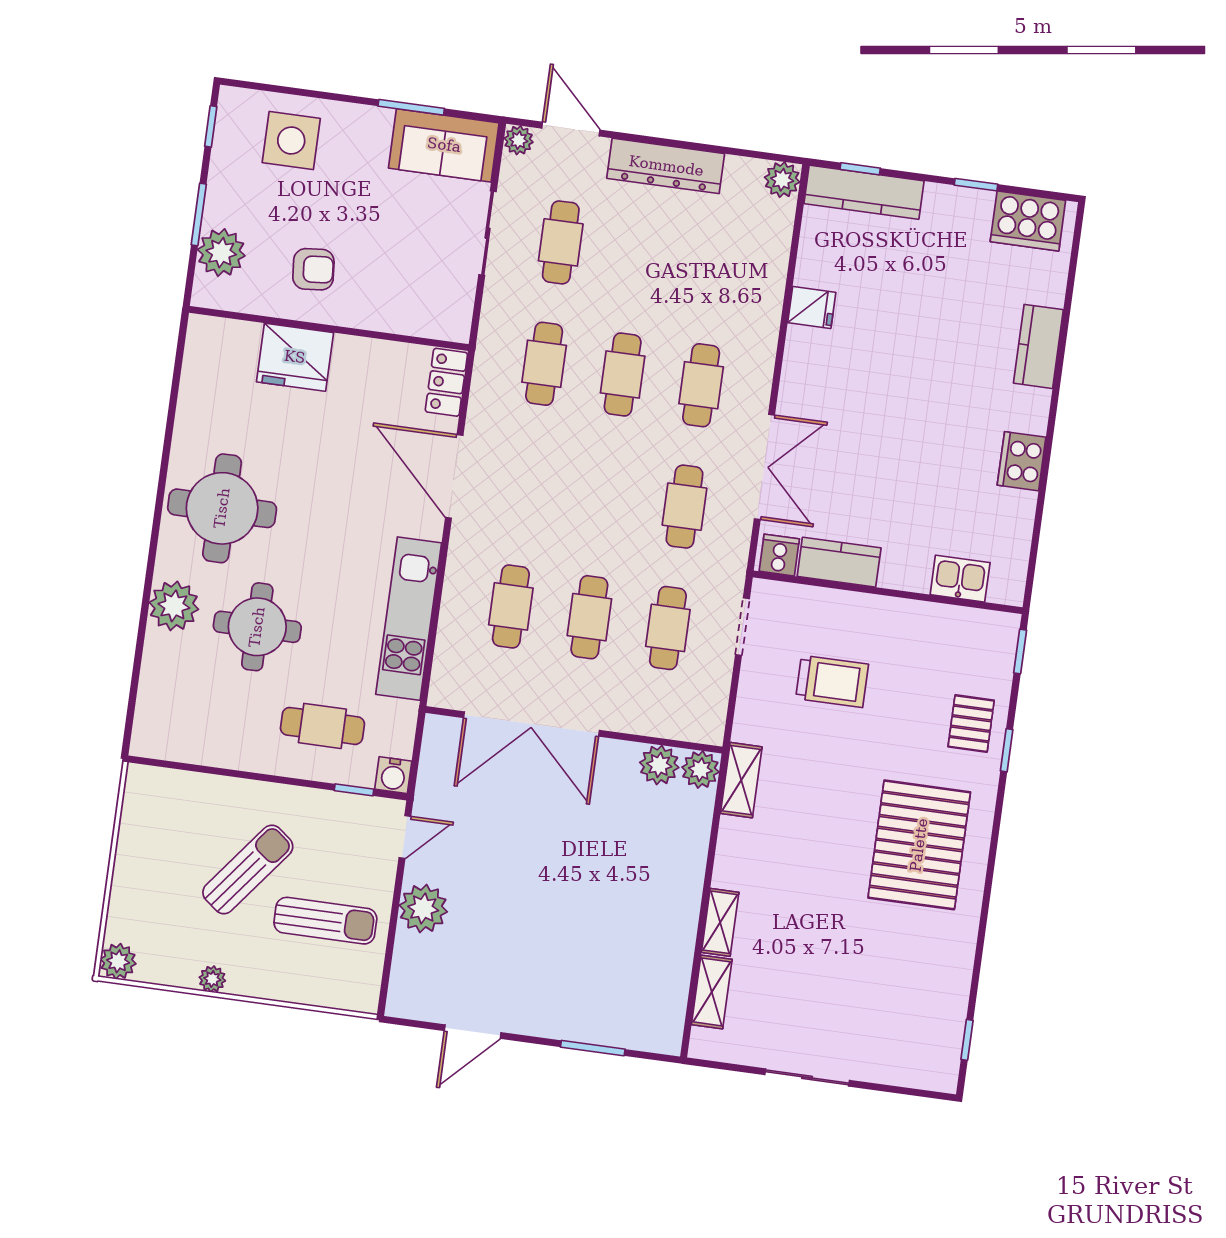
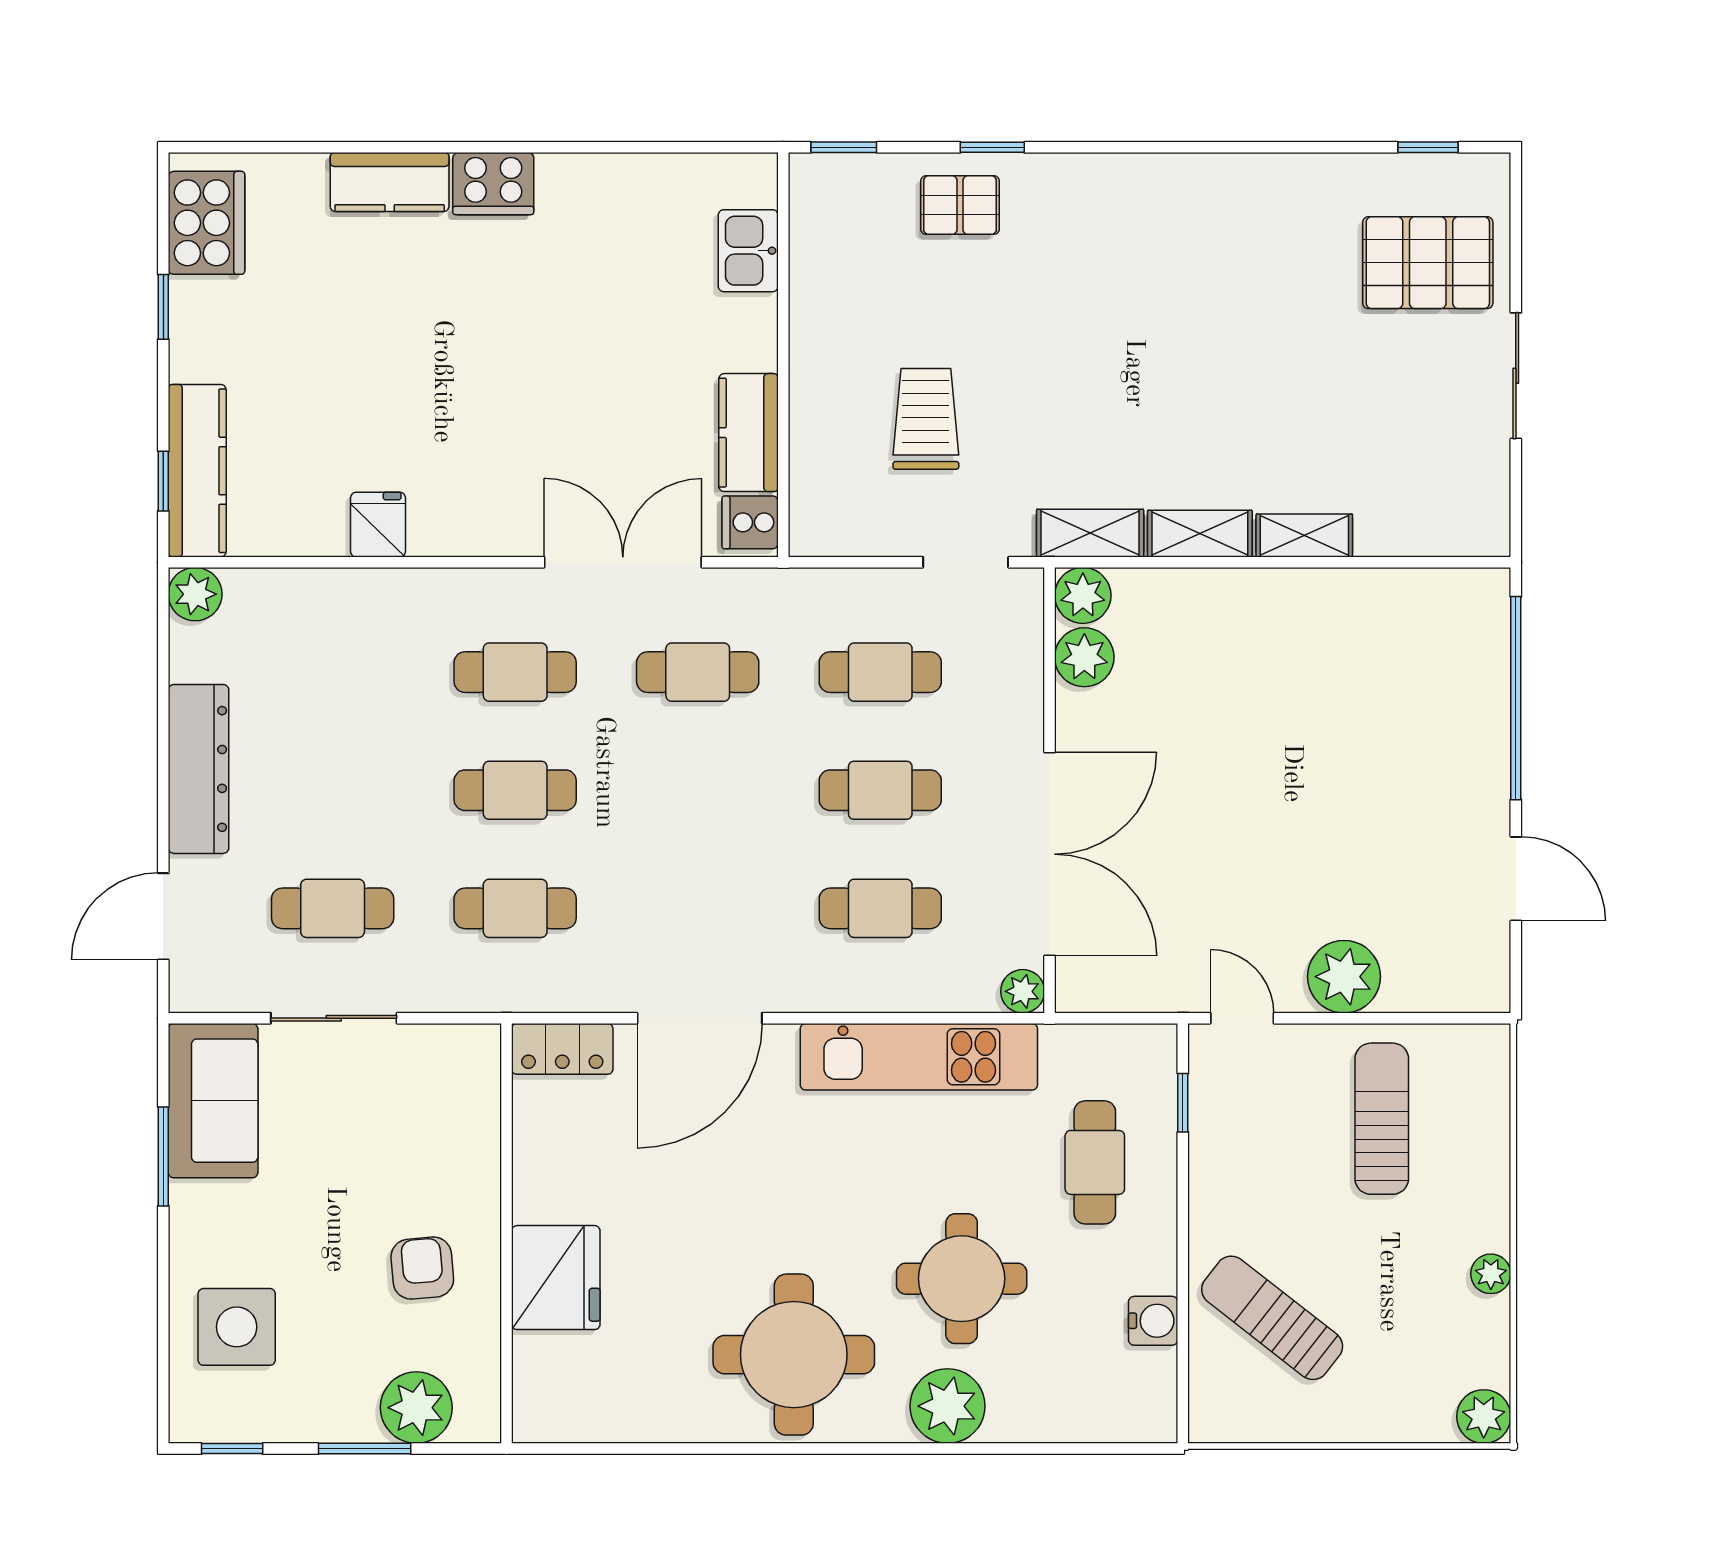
plant: (519, 140) -> (1023, 991), moved
cooker: (1022, 461) -> (493, 184), moved
doorway: (742, 627) -> (966, 562), moved
water cooler: (393, 775) -> (1153, 1321), moved
pallet: (919, 845) -> (1428, 263), moved, width x0.73, depth x0.71
sun lounger: (248, 869) -> (1272, 1318), moved
shelving: (712, 992) -> (1200, 534), moved
window: (593, 1048) -> (1516, 698), width x2.11

